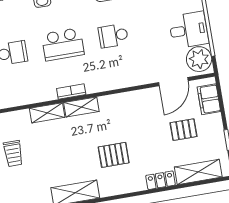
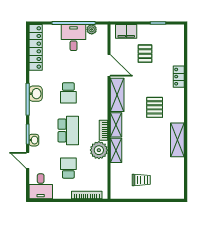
plant: (199, 59) -> (92, 29), width x0.53, depth x0.53
door: (173, 82) -> (109, 65), moved
plant: (43, 90) -> (99, 150), added
shelving: (198, 172) -> (117, 95), moved

